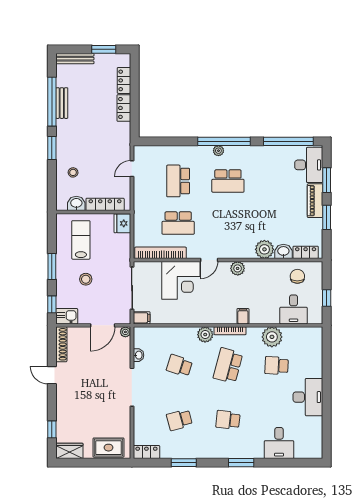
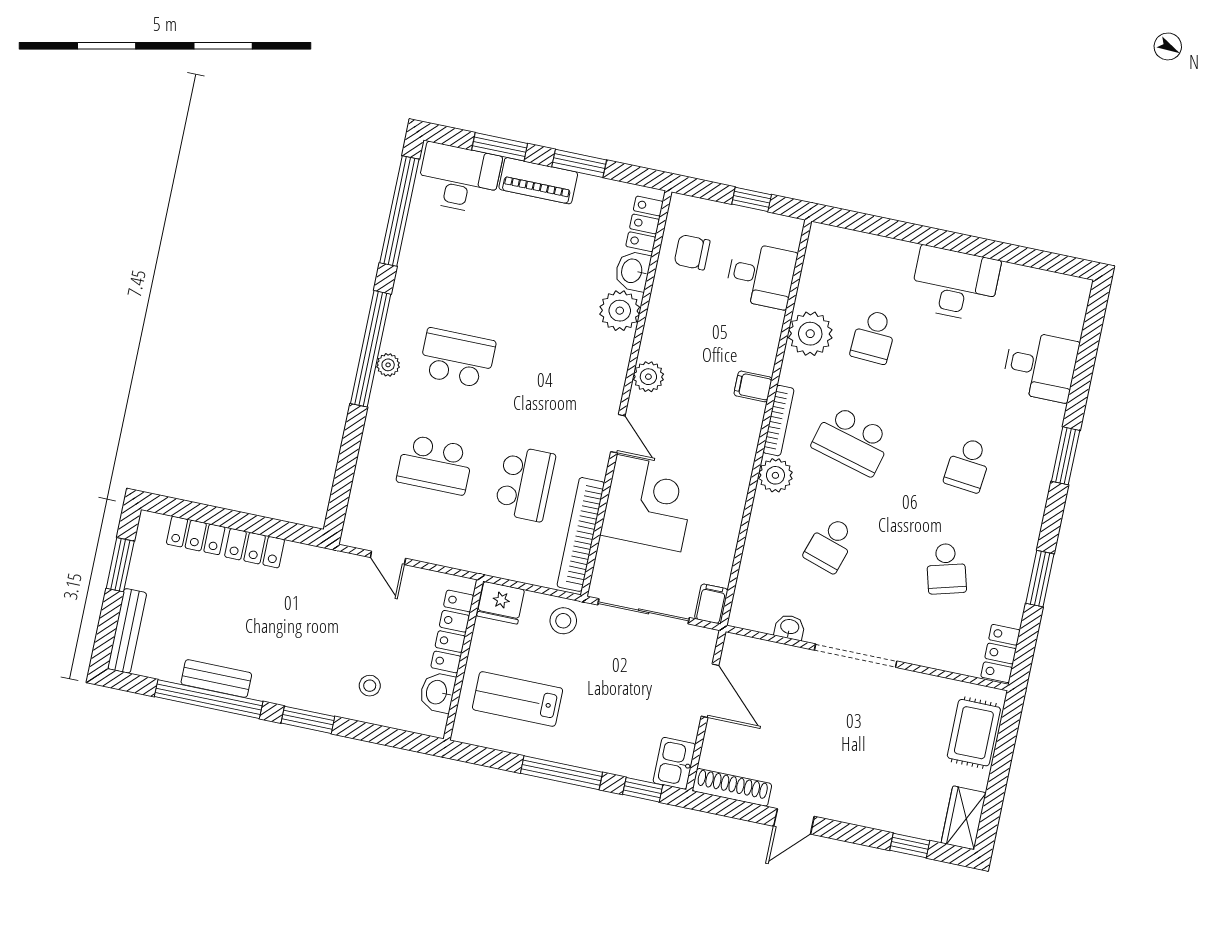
school desk: (228, 181) -> (457, 358), turned -90
window: (52, 267) -> (561, 773), width x1.44
stool: (86, 279) -> (563, 621), moved
plant: (125, 332) -> (734, 645), removed

